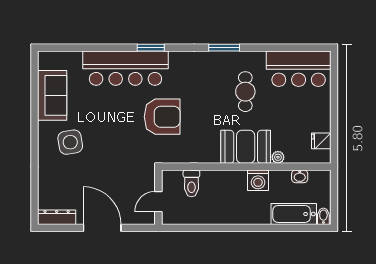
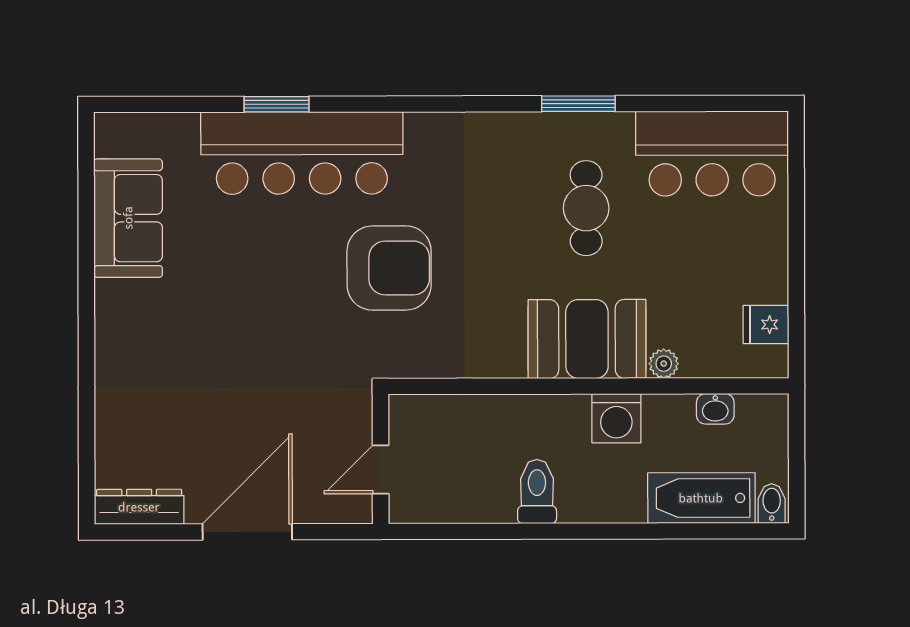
window: (151, 48) -> (277, 104), moved
window: (224, 48) -> (578, 104), moved
side table: (70, 142) -> (171, 329), removed
toilet: (191, 183) -> (537, 492), moved, turned 180
door: (102, 228) -> (247, 532), hinge flipped

